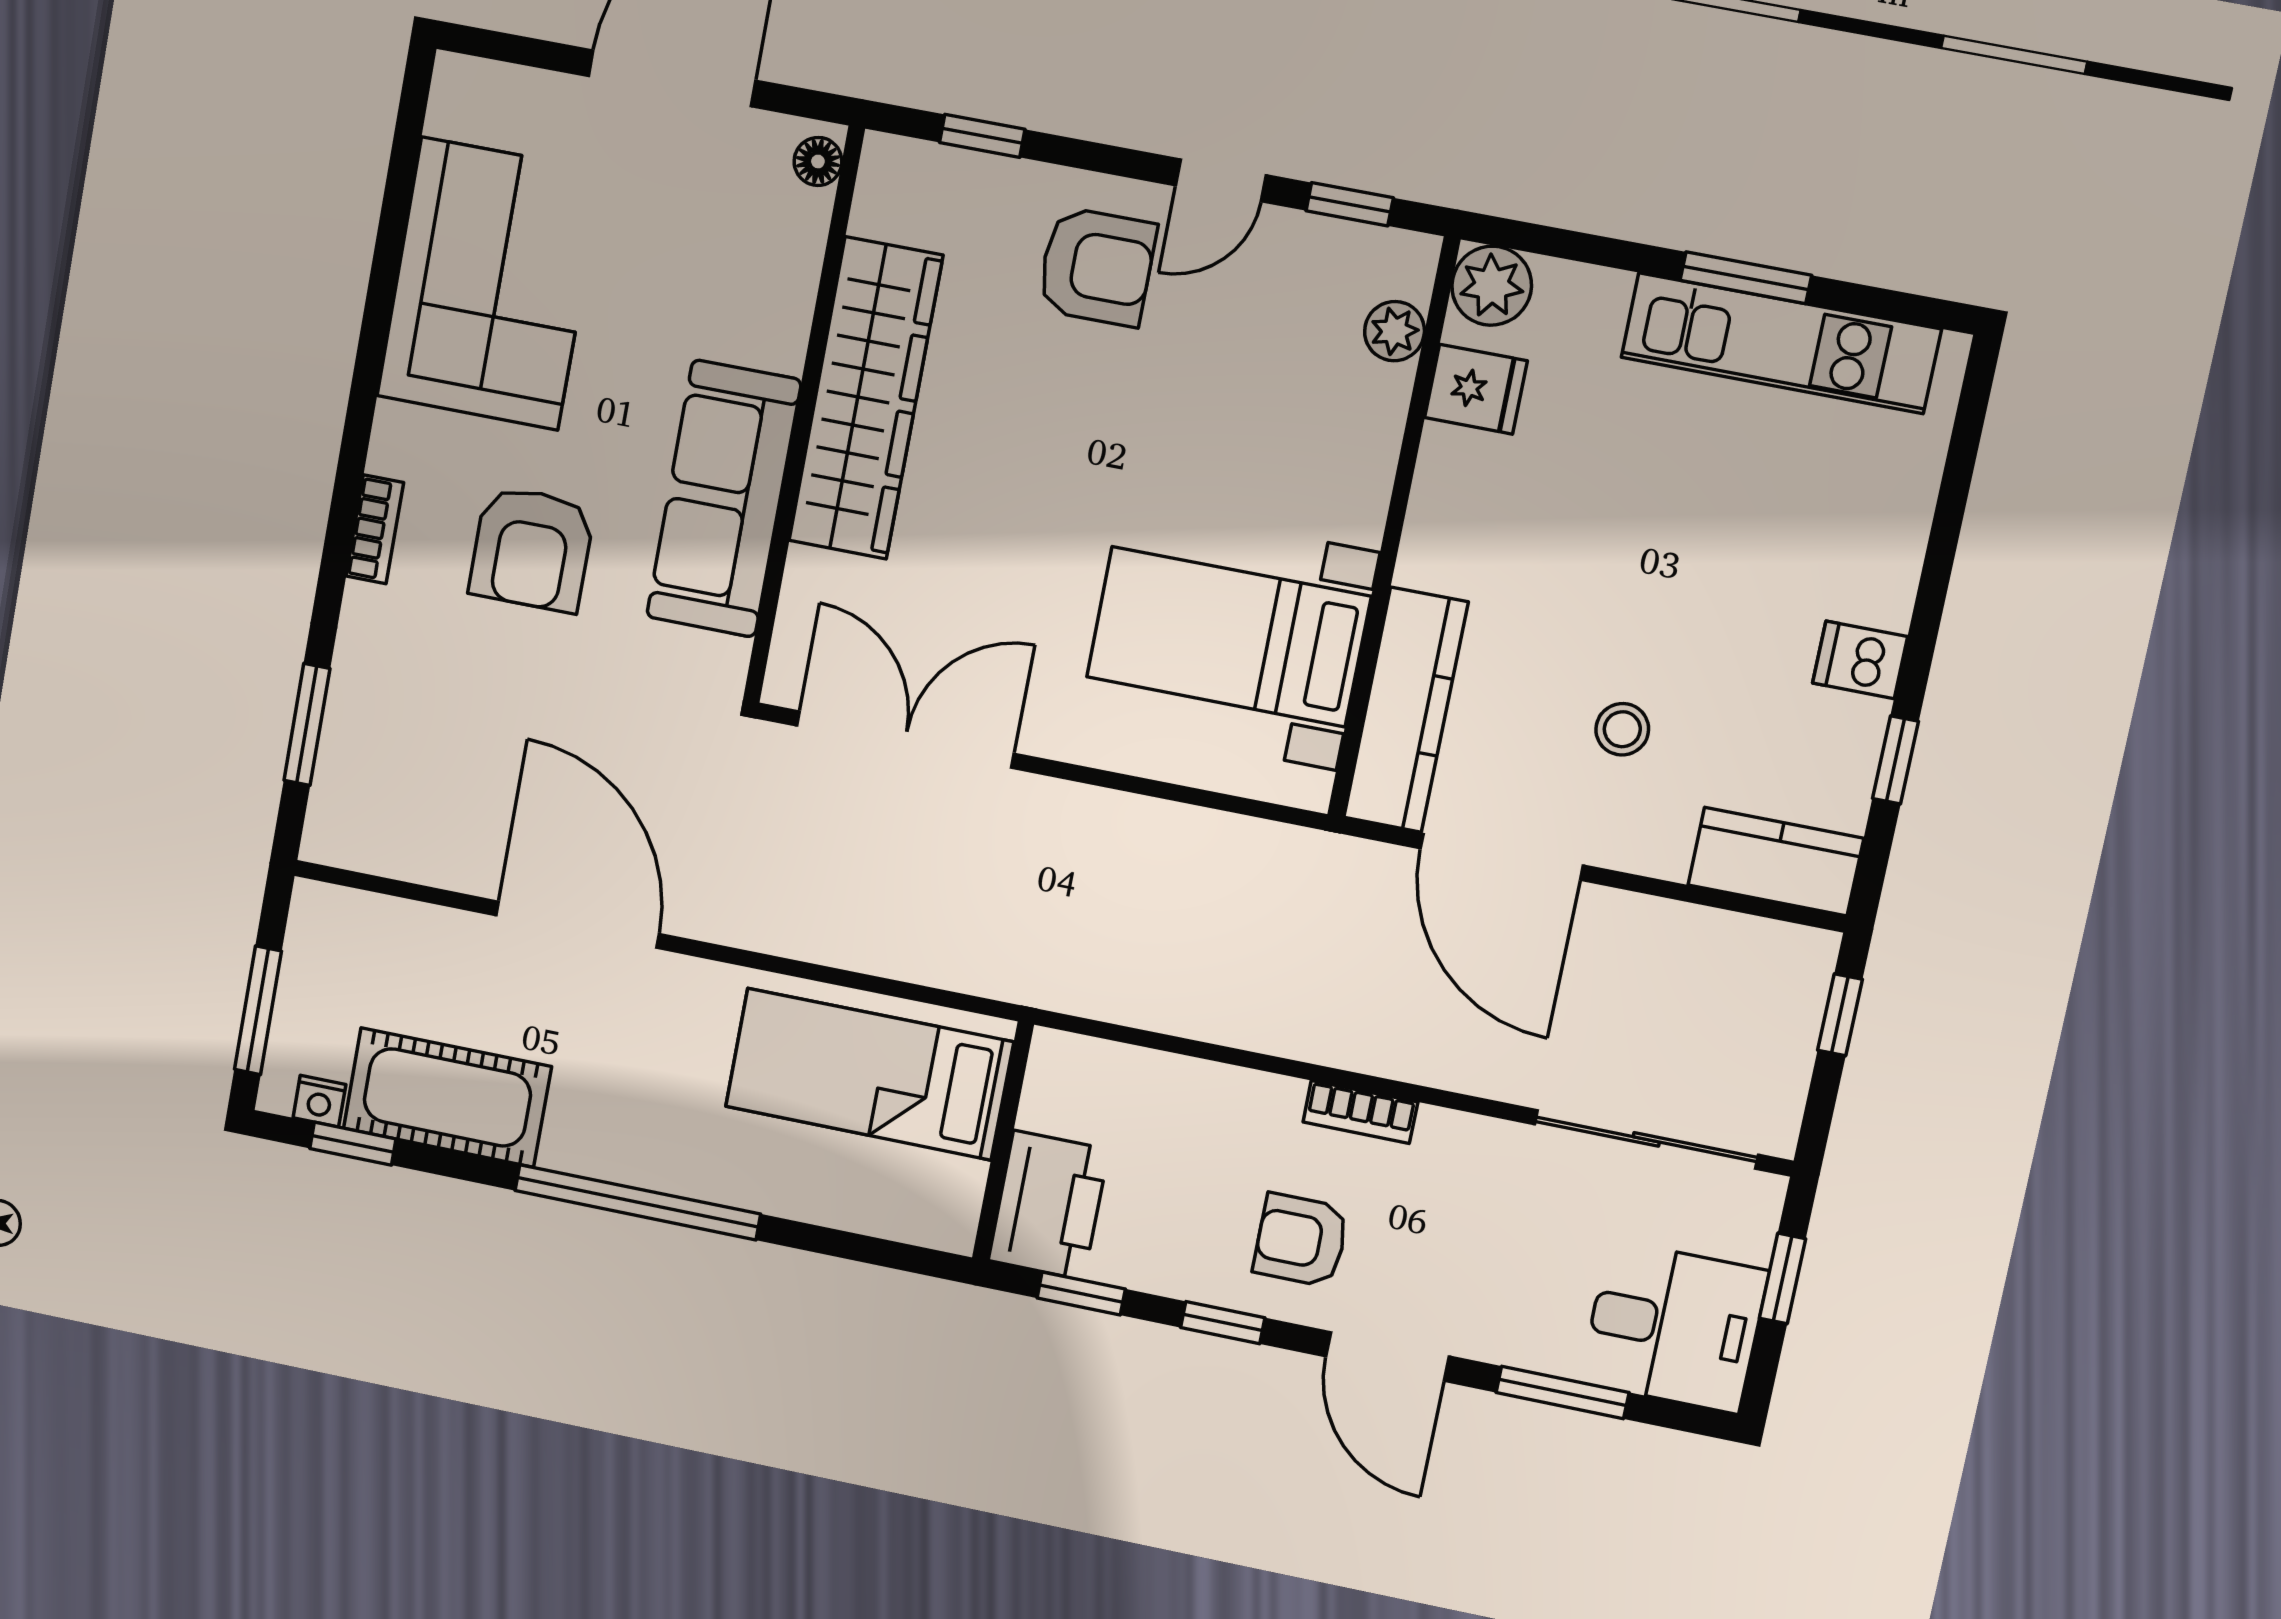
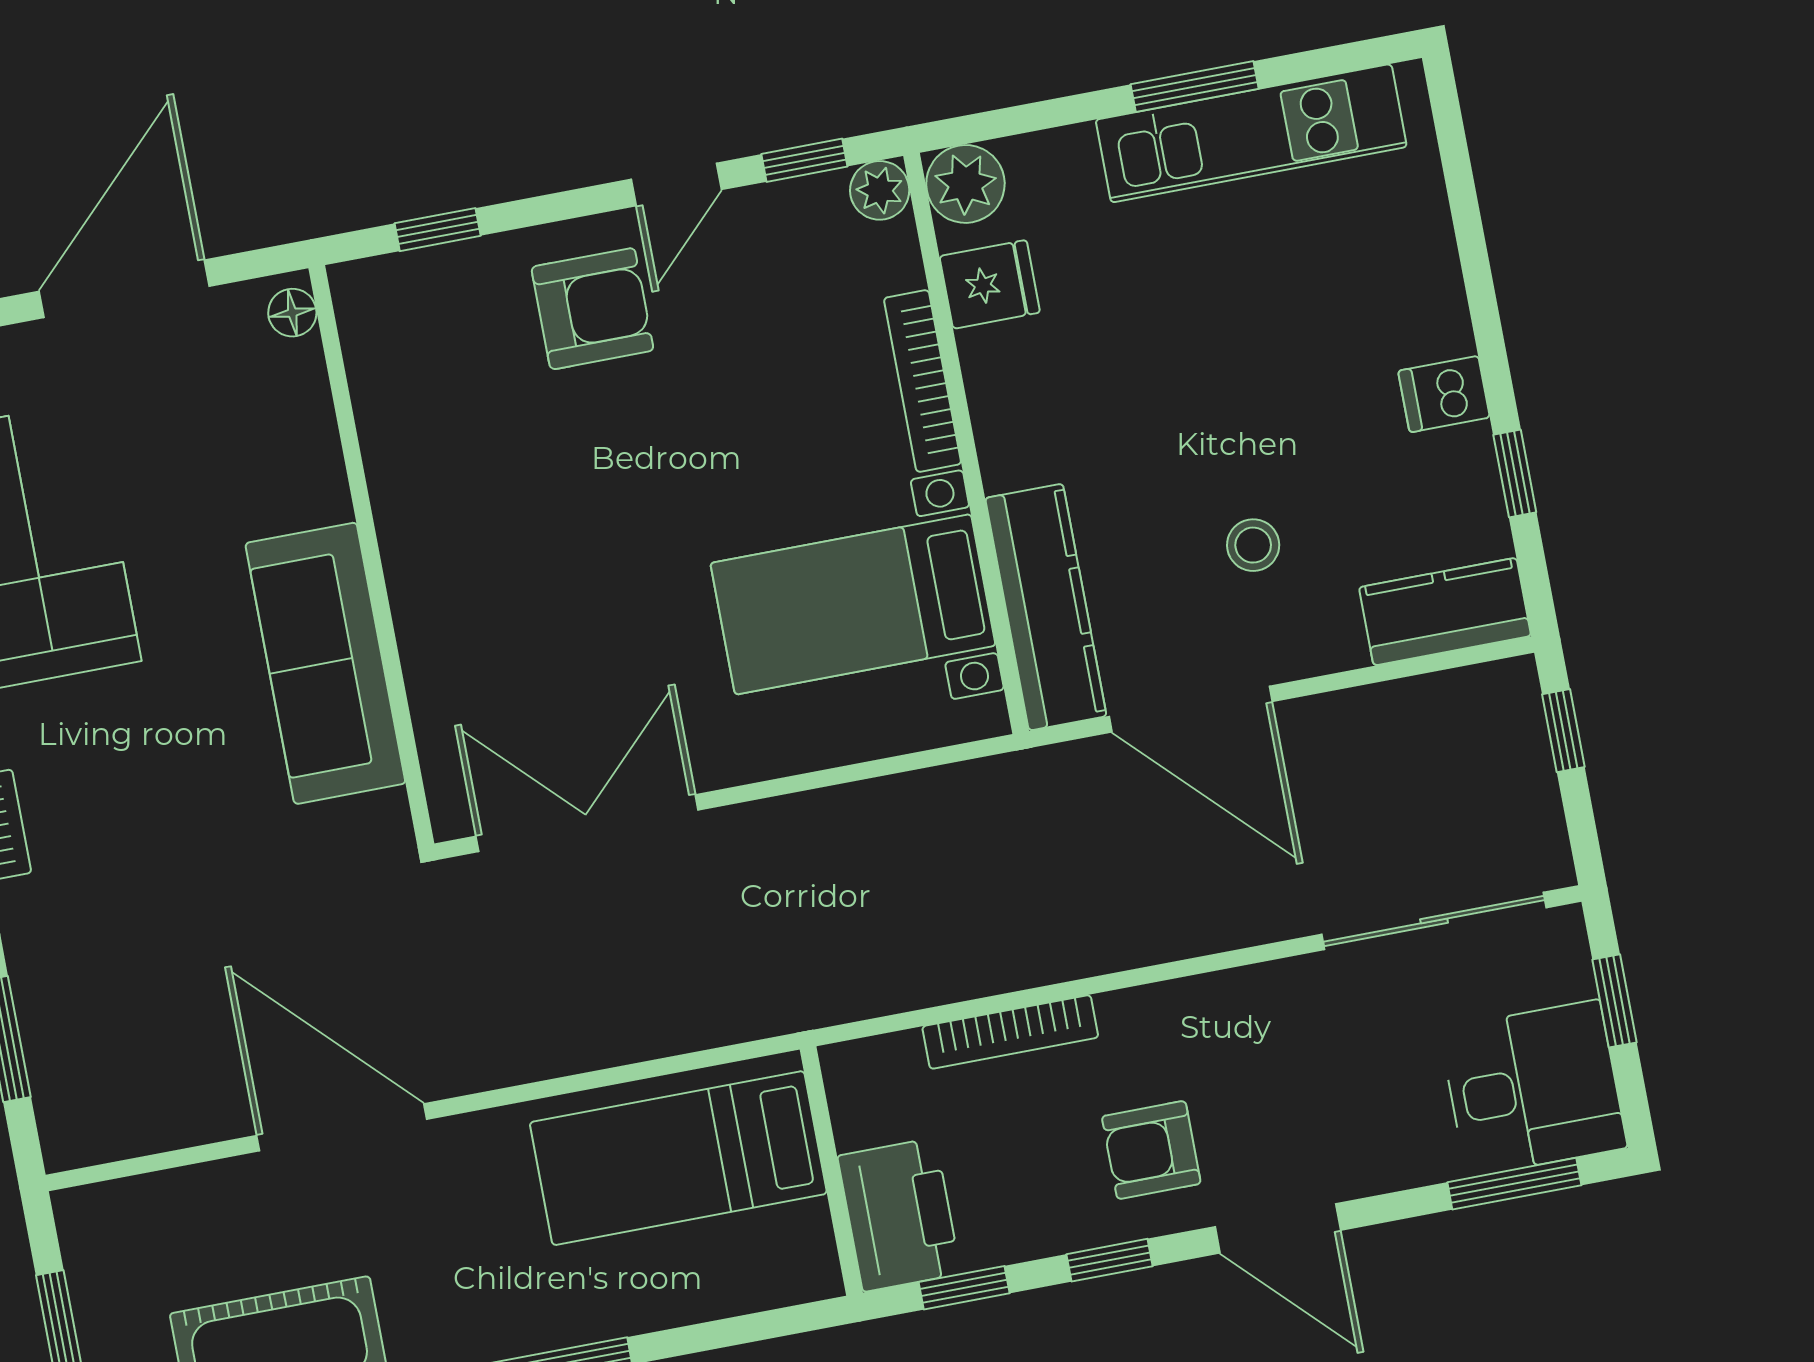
plant: (1395, 331) -> (880, 190), moved
wardrobe: (866, 398) -> (424, 516), removed
bookcase: (1377, 455) -> (923, 381), added
armchair: (532, 549) -> (160, 784), removed
bookcase: (1360, 1112) -> (1010, 1032), moved, width x1.56
window: (1563, 1392) -> (1514, 1184), moved

